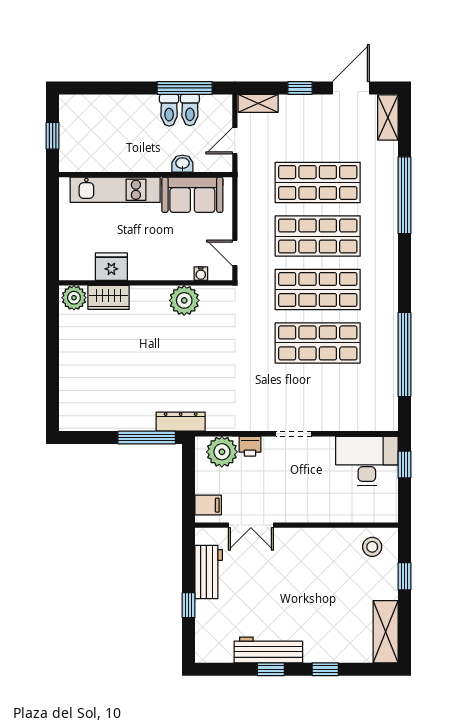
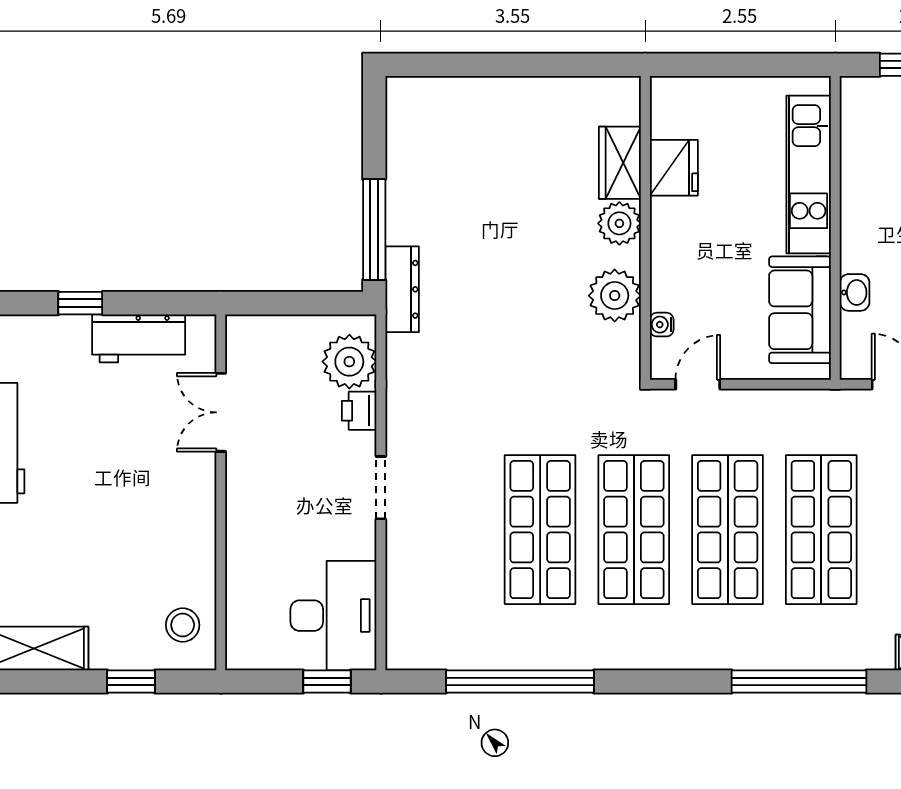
plant: (74, 298) -> (619, 223), moved
filing cabinet: (208, 505) -> (256, 337), removed

